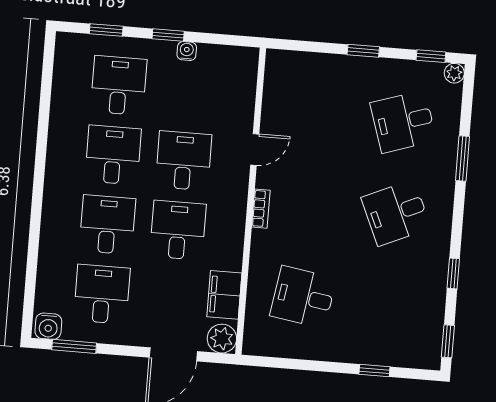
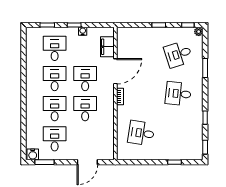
door: (255, 149) -> (115, 71), width x1.87
desk: (396, 213) -> (178, 94), turned 30
filing cabinet: (224, 295) -> (107, 47), moved
plant: (222, 339) -> (108, 154), removed

